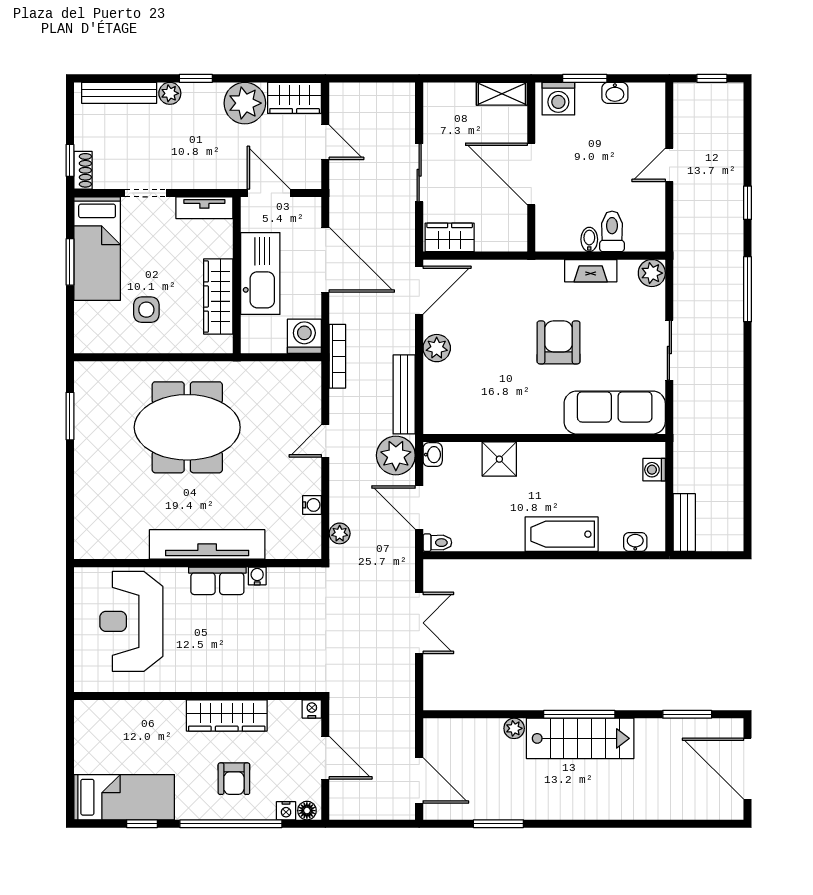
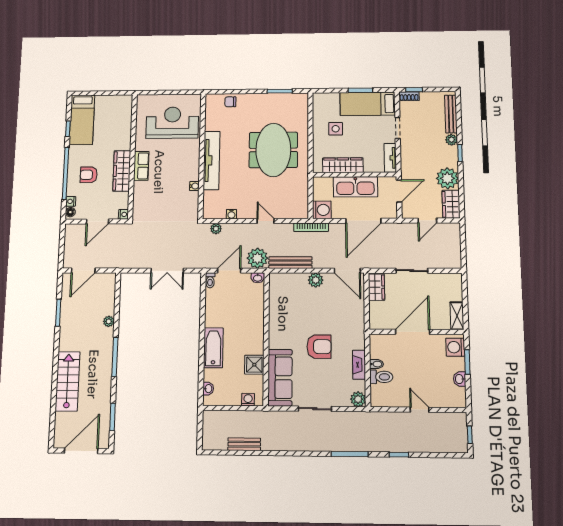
shower: (499, 459) -> (254, 365), moved
chair: (90, 510) -> (230, 102), added
bench: (684, 523) -> (244, 444), moved
row of seats: (217, 581) -> (141, 166), moved, turned 180
stairs: (580, 738) -> (68, 381), moved, turned 180

